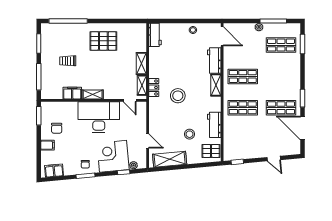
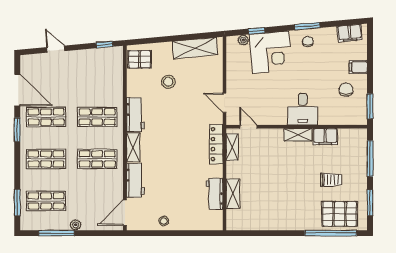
workbench: (155, 35) -> (215, 194), moved
door: (222, 36) -> (125, 213), hinge flipped
pallet: (103, 41) -> (340, 214), moved
shelving: (141, 63) -> (233, 194), moved
shop shelf: (281, 76) -> (46, 159), added
locker: (154, 88) -> (216, 144), width x1.53
stool: (178, 96) -> (184, 133), removed
desk: (99, 117) -> (303, 109), width x0.53, depth x0.77
workbench: (214, 125) -> (135, 115), moved
door: (148, 141) -> (224, 103), moved

